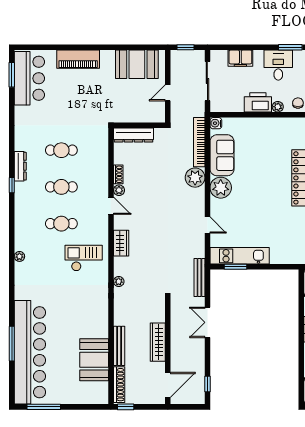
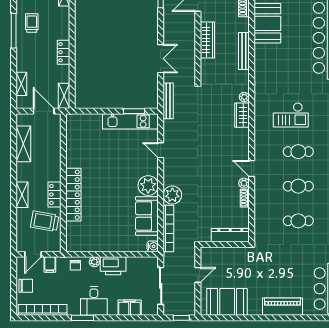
wardrobe: (121, 243) -> (242, 115), moved
checkout: (84, 258) -> (291, 115), moved
bench: (119, 346) -> (244, 51), moved

